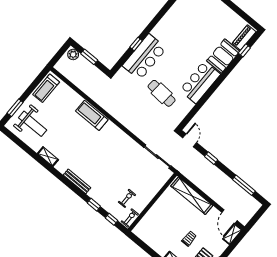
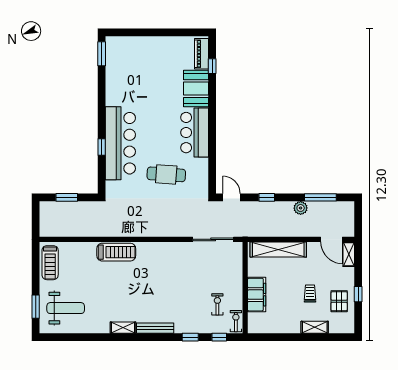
plant: (73, 54) -> (301, 208), moved
bar counter: (144, 57) -> (120, 143), width x1.36
treadmill: (92, 115) -> (116, 252), turned 180
shelving: (48, 157) -> (123, 328), moved
filing cabinet: (156, 212) -> (257, 295), added

